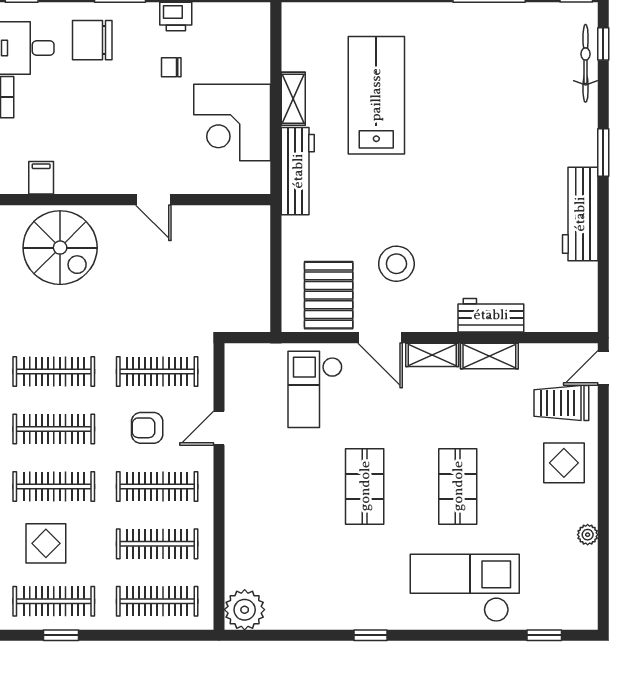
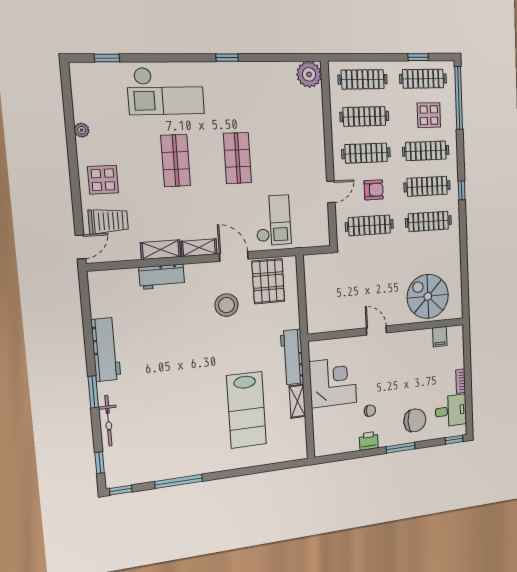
bicycle: (586, 63) -> (108, 421), moved

